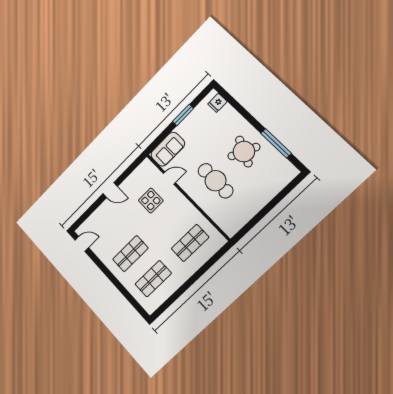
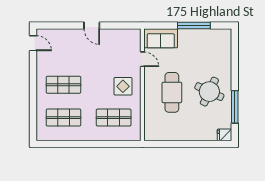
fridge: (217, 103) -> (225, 135), moved
window: (183, 115) -> (194, 26), width x1.44
display table: (151, 201) -> (123, 86), moved

